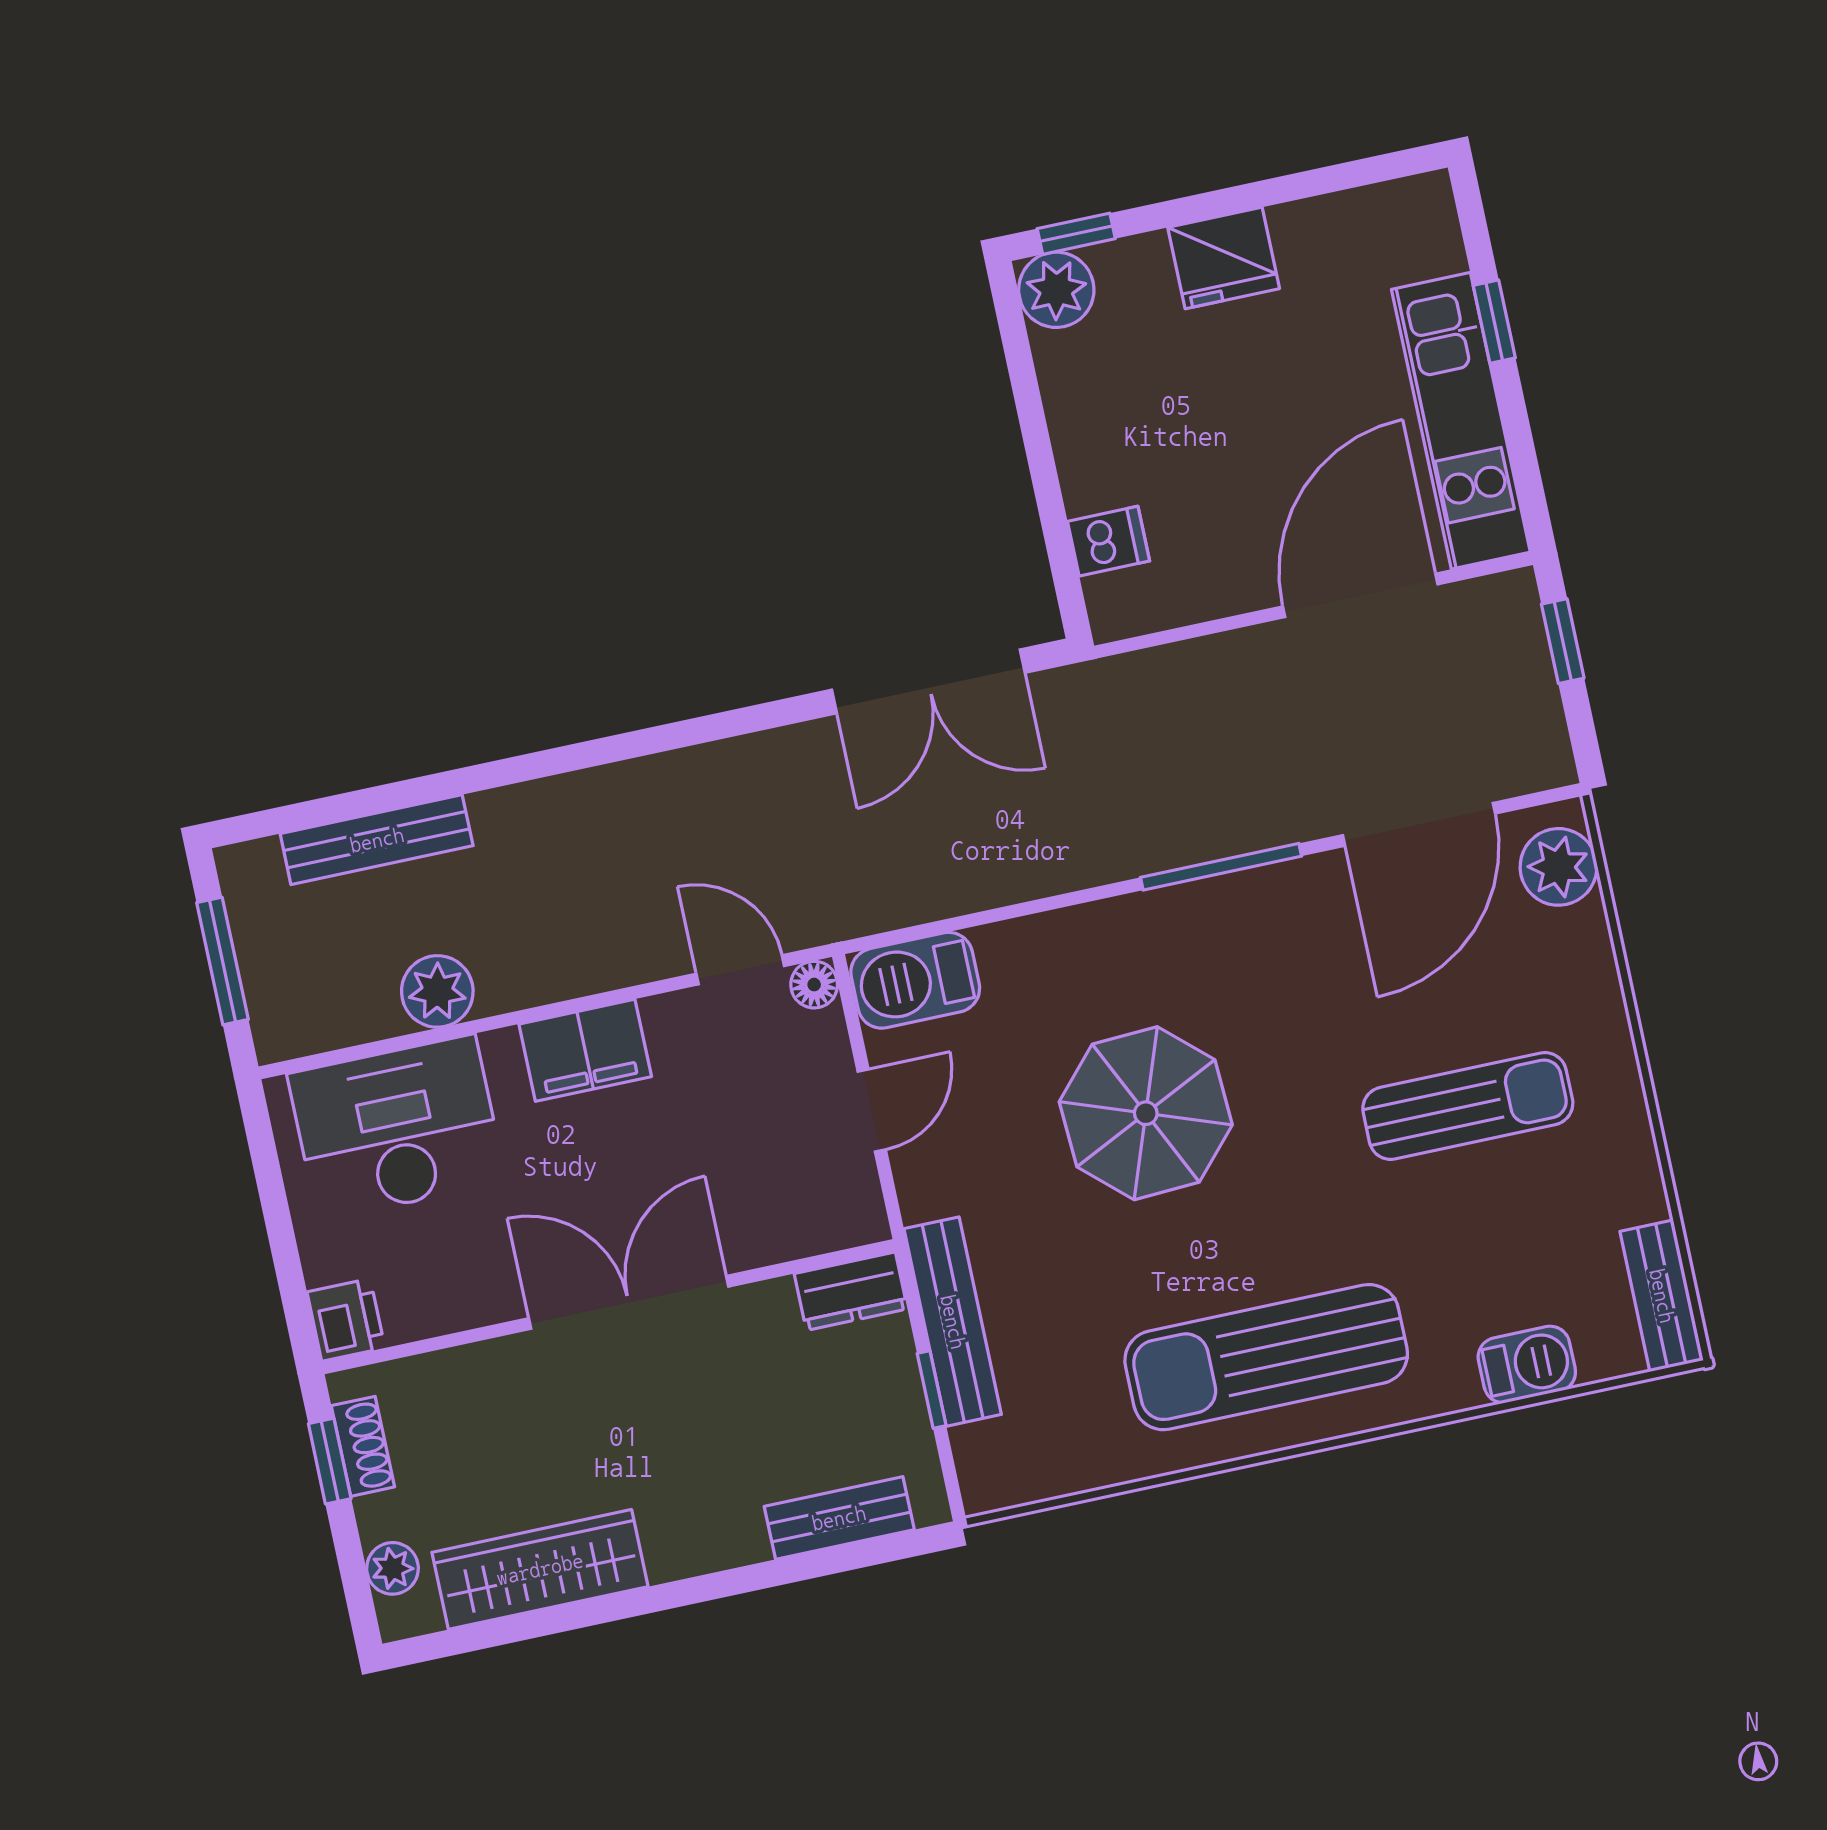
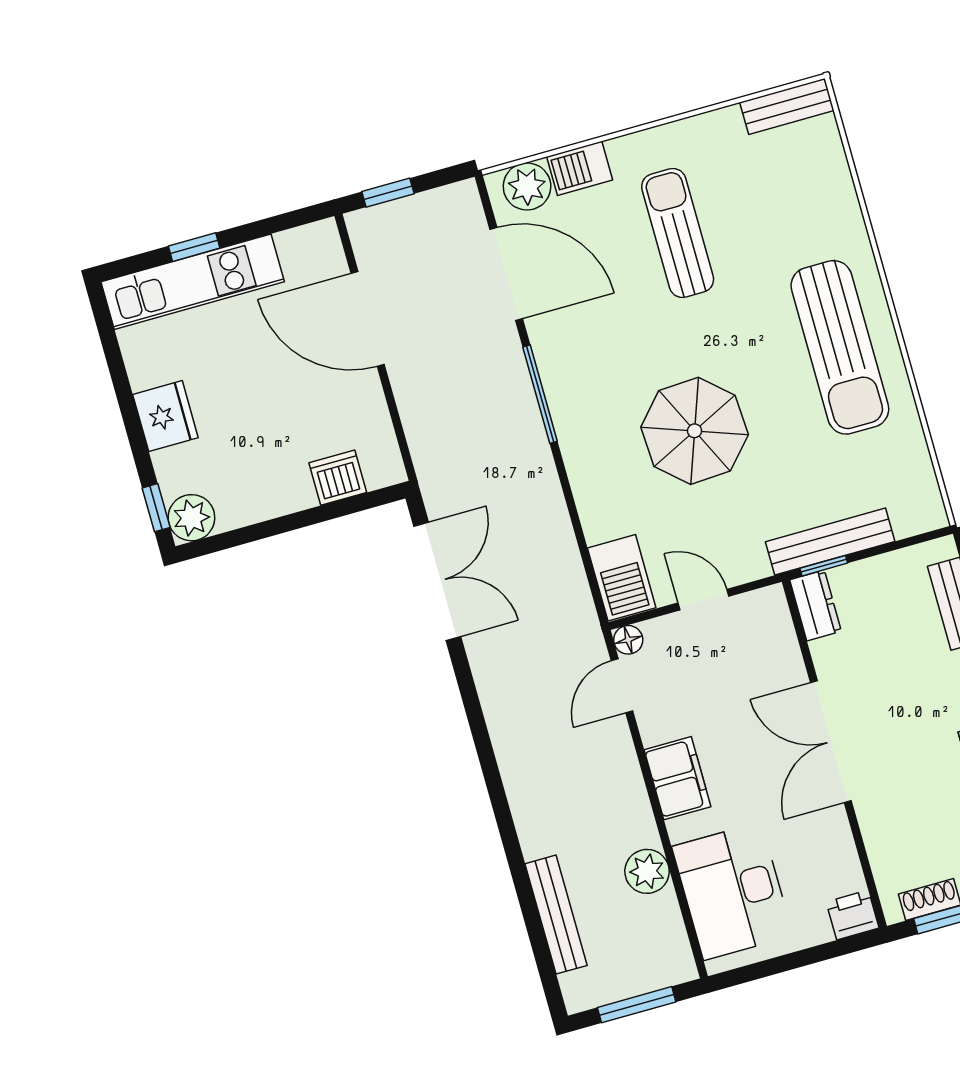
kitchen unit: (1461, 421) -> (193, 282), moved
dishwasher: (1109, 541) -> (338, 478), width x1.38
barbecue: (1527, 1365) -> (580, 168), moved, turned -90
window: (932, 1390) -> (824, 566), moved

